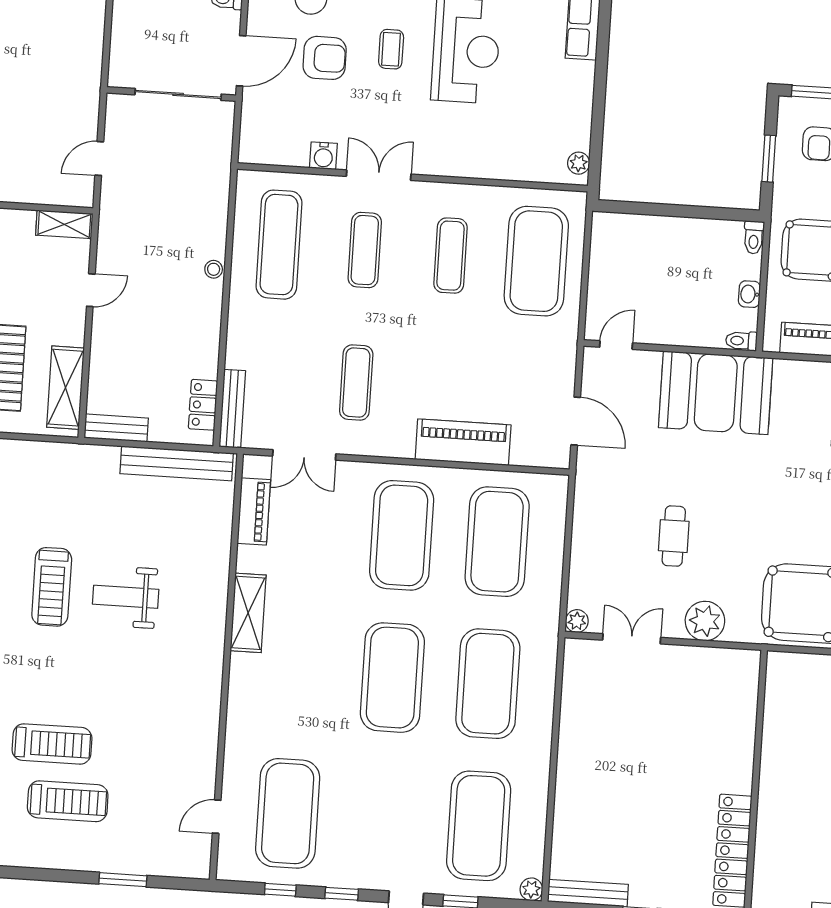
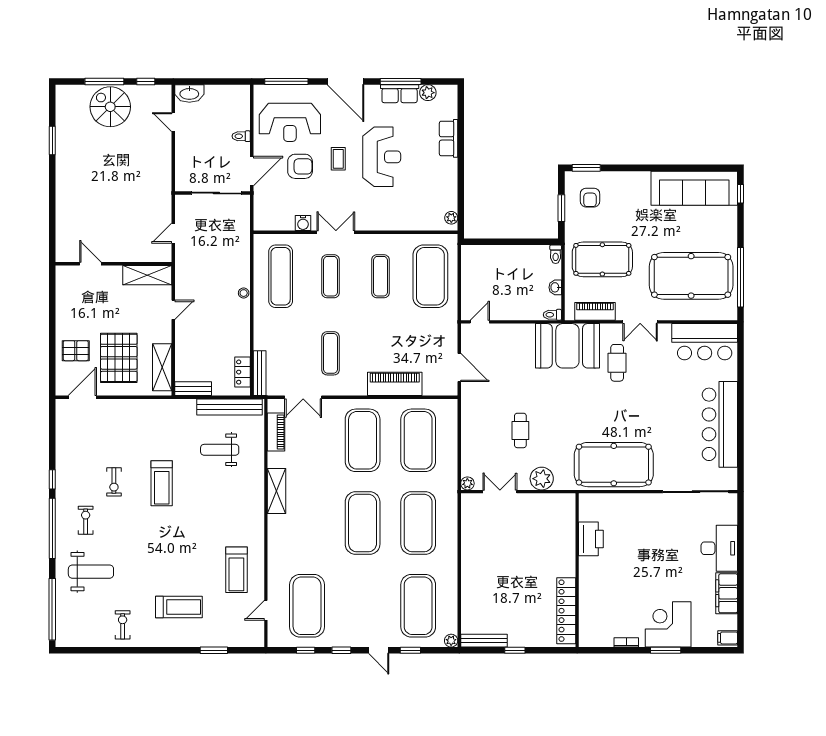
shelving: (64, 224) -> (147, 275), width x1.50, depth x1.33
booth: (716, 393) -> (567, 346), moved
weight bench: (126, 597) -> (220, 450), moved
printer: (783, 730) -> (591, 539), added
treadmill: (52, 744) -> (236, 570), moved, turned 90

